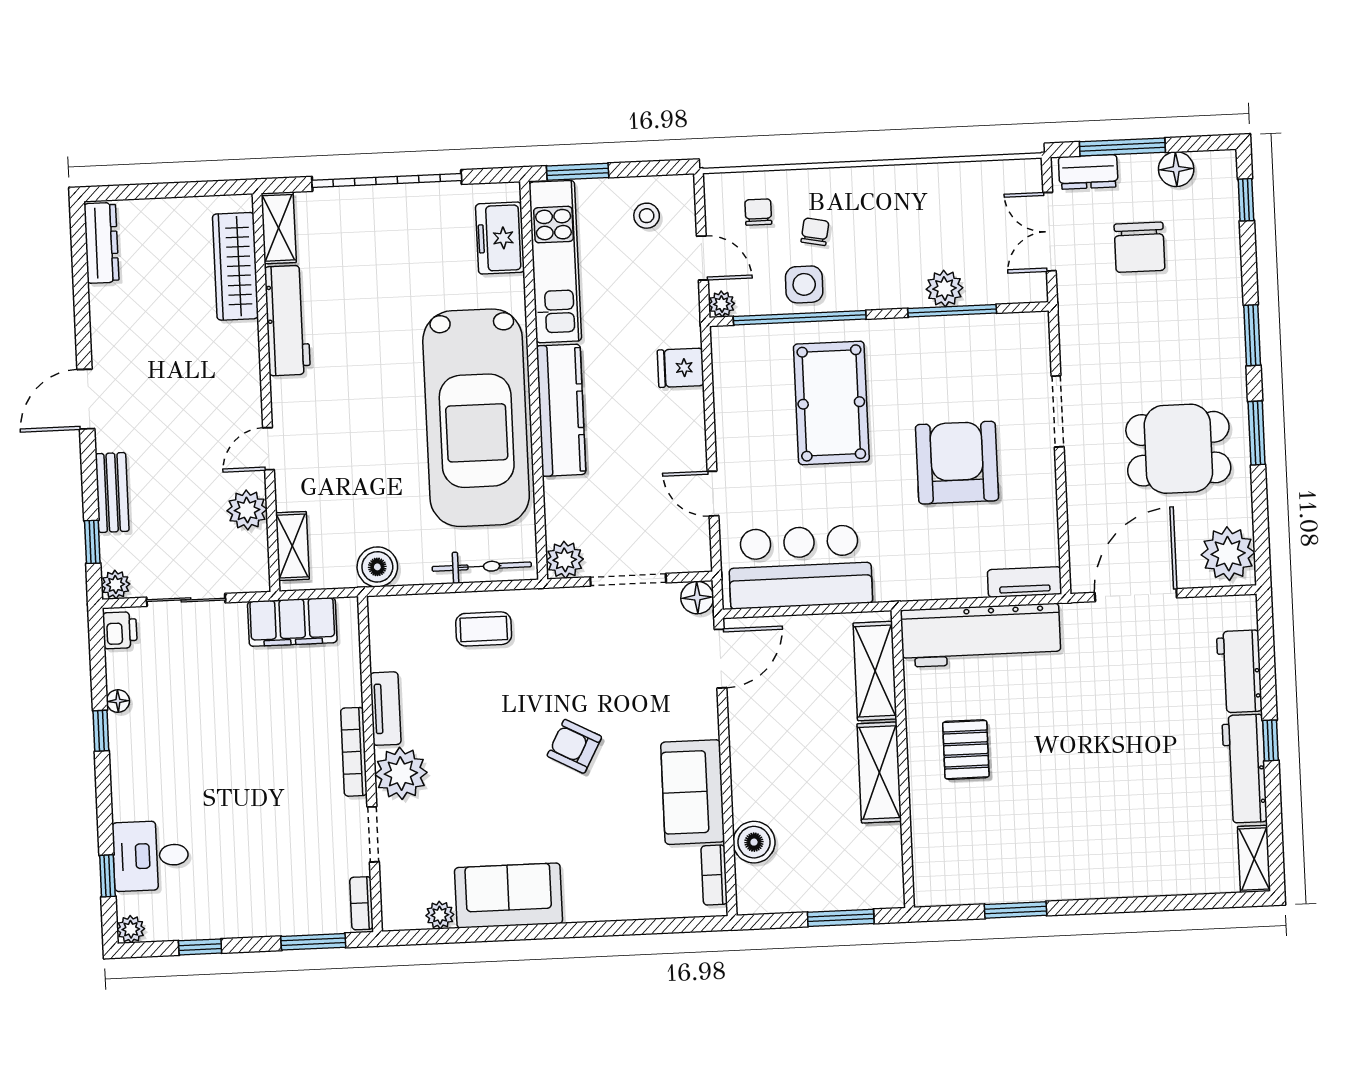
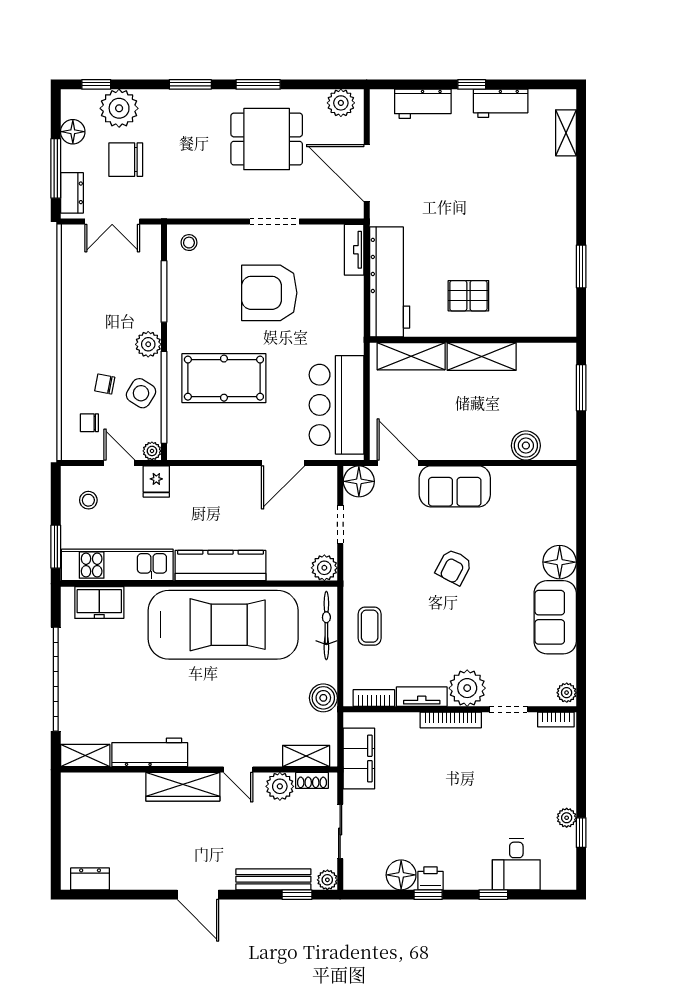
plant: (1213, 234) -> (119, 108), added
dresser: (101, 243) -> (90, 879), width x0.70
chair: (1140, 247) -> (126, 160), turned 180
door: (702, 258) -> (119, 463), hinge flipped
wardrobe: (235, 266) -> (183, 787), moved
side table: (804, 284) -> (141, 393), turned 32
plant: (944, 288) -> (148, 344), moved
stool: (1024, 344) -> (189, 243), added
fridge: (681, 368) -> (156, 481), moved
doorway: (1058, 411) -> (275, 221), moved
dining table: (1178, 449) -> (267, 139), turned 90
bench: (112, 492) -> (273, 879), width x1.36
door: (713, 494) -> (283, 463), width x1.38
plant: (1228, 554) -> (341, 103), width x0.73, depth x0.73
shoe rack: (258, 556) -> (312, 780), added
doorway: (628, 580) -> (340, 524), width x0.73
floor lamp: (697, 598) -> (359, 481), width x1.38, depth x1.38
printer: (120, 630) -> (431, 878), moved
floor lamp: (118, 701) -> (401, 875), width x1.89, depth x1.89
workbench: (1245, 769) -> (501, 103), width x0.73
sofa: (693, 792) -> (455, 486), moved
shelving: (1254, 859) -> (566, 133), moved, turned 90
bookcase: (714, 875) -> (374, 698), moved, turned 180
window: (107, 876) -> (493, 895), moved
floor lamp: (588, 898) -> (560, 562), added
plant: (440, 915) -> (567, 693), moved
plant: (131, 929) -> (567, 818), moved
window: (313, 942) -> (581, 754), removed

